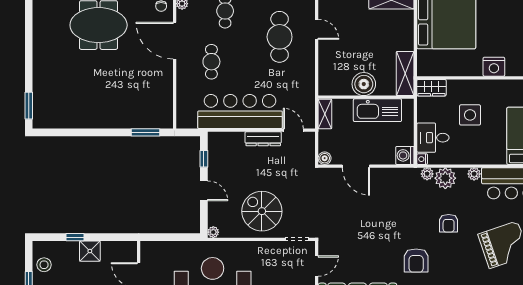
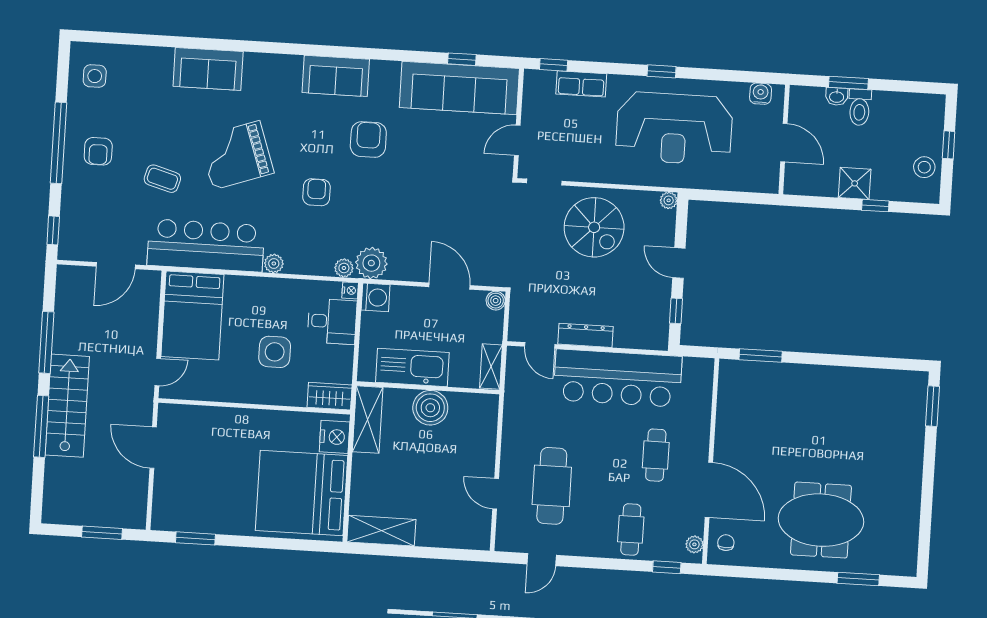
nightstand: (494, 67) -> (335, 437), moved, turned 90
plant: (445, 178) -> (371, 263), moved

